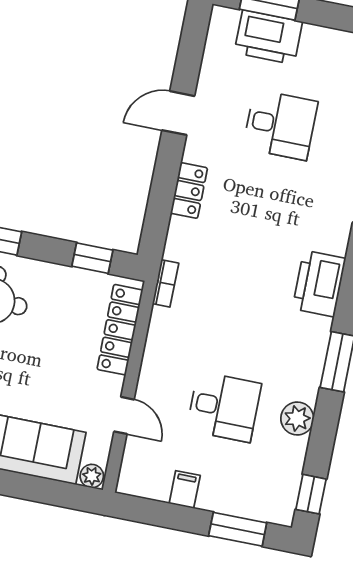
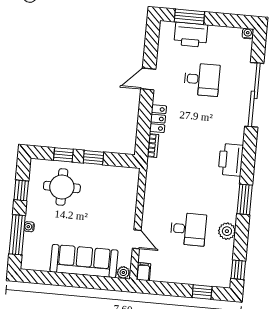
window: (92, 258) -> (93, 158), moved
bookcase: (166, 283) -> (153, 146), moved
locker: (120, 330) -> (130, 195), removed
filing cabinet: (185, 489) -> (143, 272), moved
window: (238, 529) -> (202, 292), width x0.67

